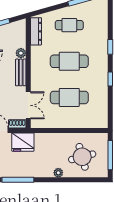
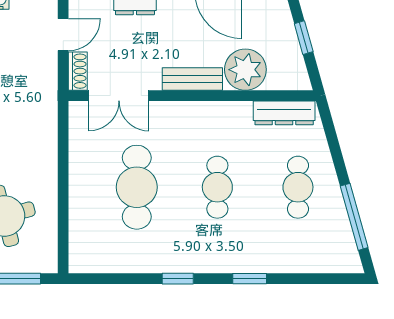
plant: (21, 53) -> (245, 70), width x1.87, depth x1.87
cafe table: (69, 61) -> (217, 187), width x0.73, depth x0.74
fridge: (23, 142) -> (37, 84), removed

